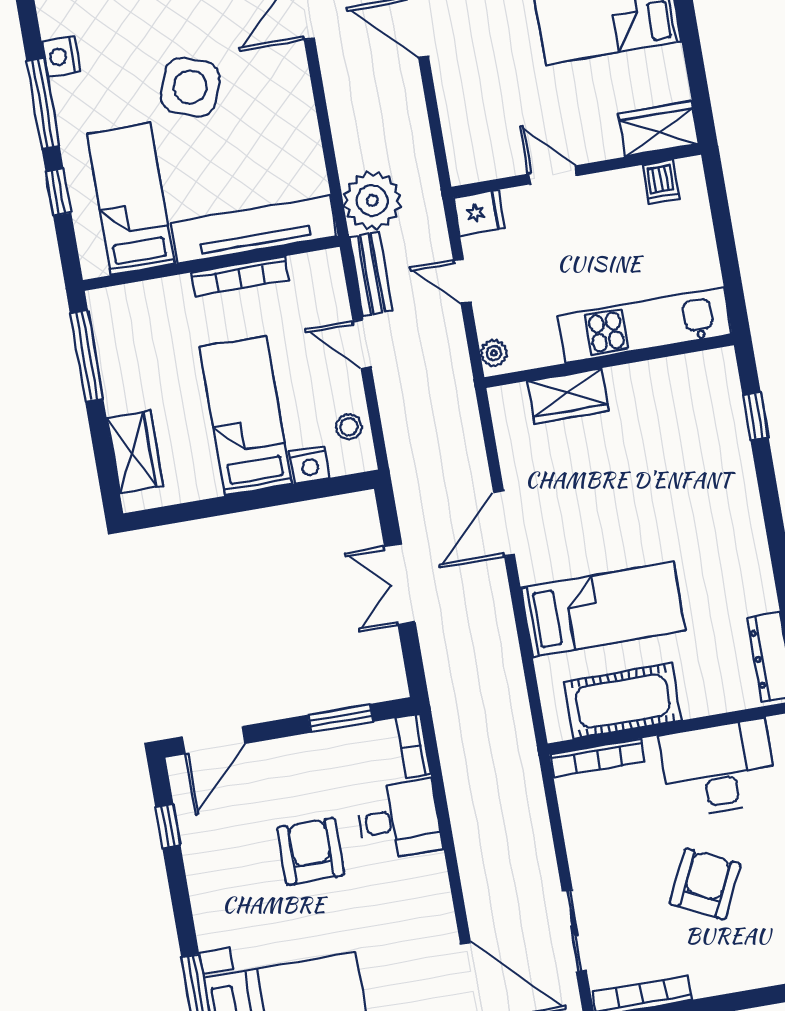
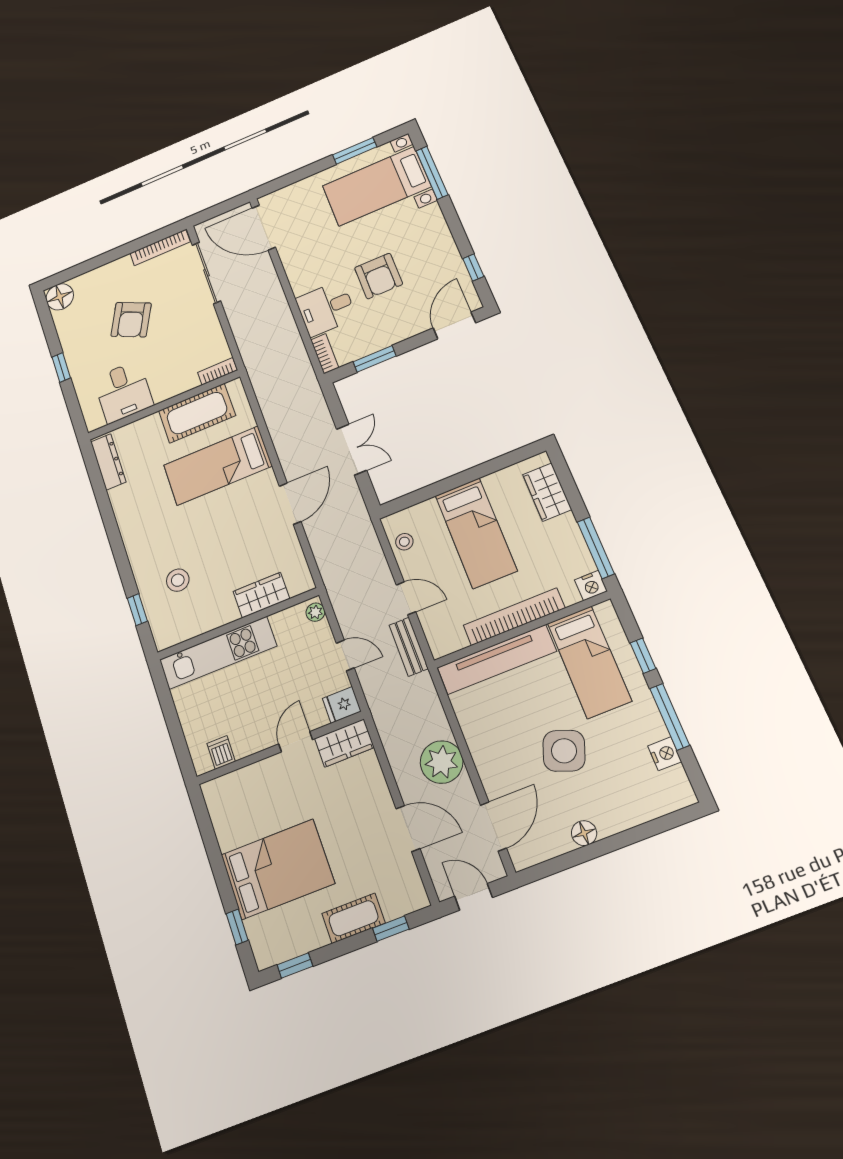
wardrobe: (659, 129) -> (344, 743), moved
door: (553, 175) -> (296, 742), swing flipped
plant: (372, 201) -> (442, 762), moved
bookcase: (240, 276) -> (514, 617), width x1.48, depth x1.31
stool: (689, 447) -> (178, 580), added
nightstand: (310, 465) -> (591, 586), moved, turned 180
bookcase: (598, 758) -> (217, 371), width x0.64
desk: (719, 768) -> (123, 392), width x0.73
sliding door: (574, 931) -> (206, 273), width x1.37

